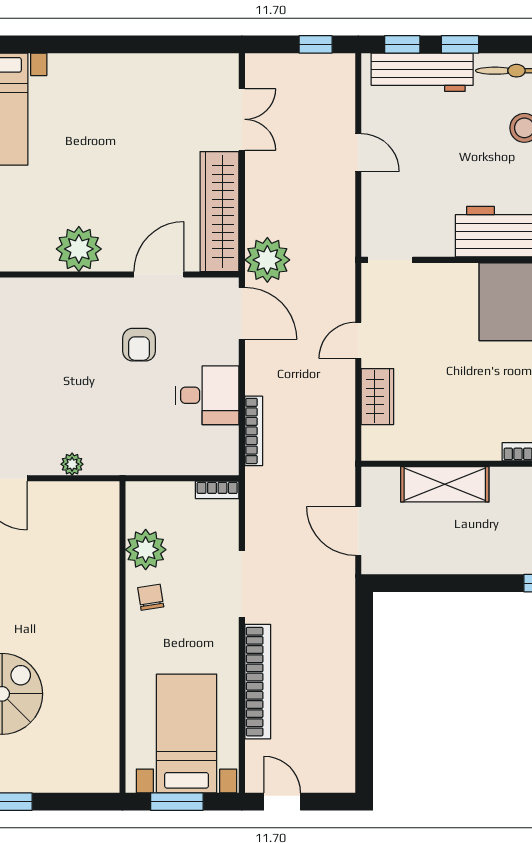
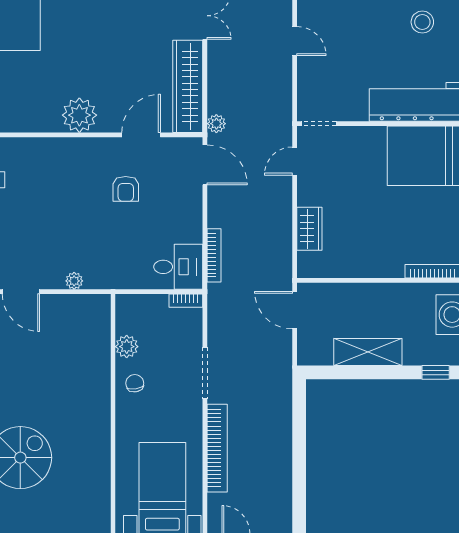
plant: (267, 260) -> (216, 124), width x0.53, depth x0.53
door: (358, 340) -> (295, 161), moved
desk: (207, 395) -> (178, 267), moved
shelving: (445, 484) -> (368, 352), moved
door: (358, 531) -> (295, 310), moved
plant: (146, 550) -> (127, 347), width x0.73, depth x0.73

